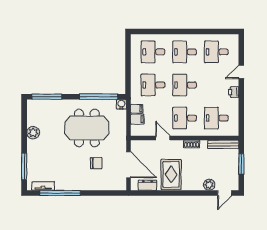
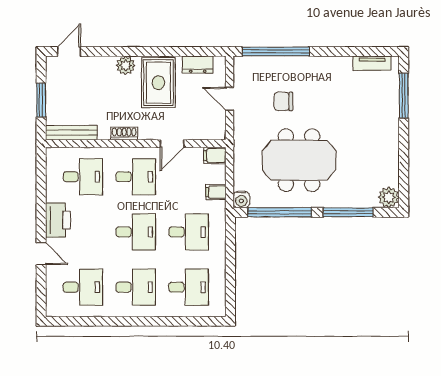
door: (241, 72) -> (41, 254), hinge flipped
printer: (234, 92) -> (58, 220), width x1.87, depth x1.48
window: (47, 97) -> (348, 212), moved
filing cabinet: (137, 119) -> (215, 155), moved
plant: (33, 133) -> (389, 197), moved
door: (163, 138) -> (172, 144), hinge flipped
door: (128, 165) -> (230, 99), width x0.53
plant: (209, 185) -> (126, 65), moved
window: (60, 193) -> (276, 52), moved

